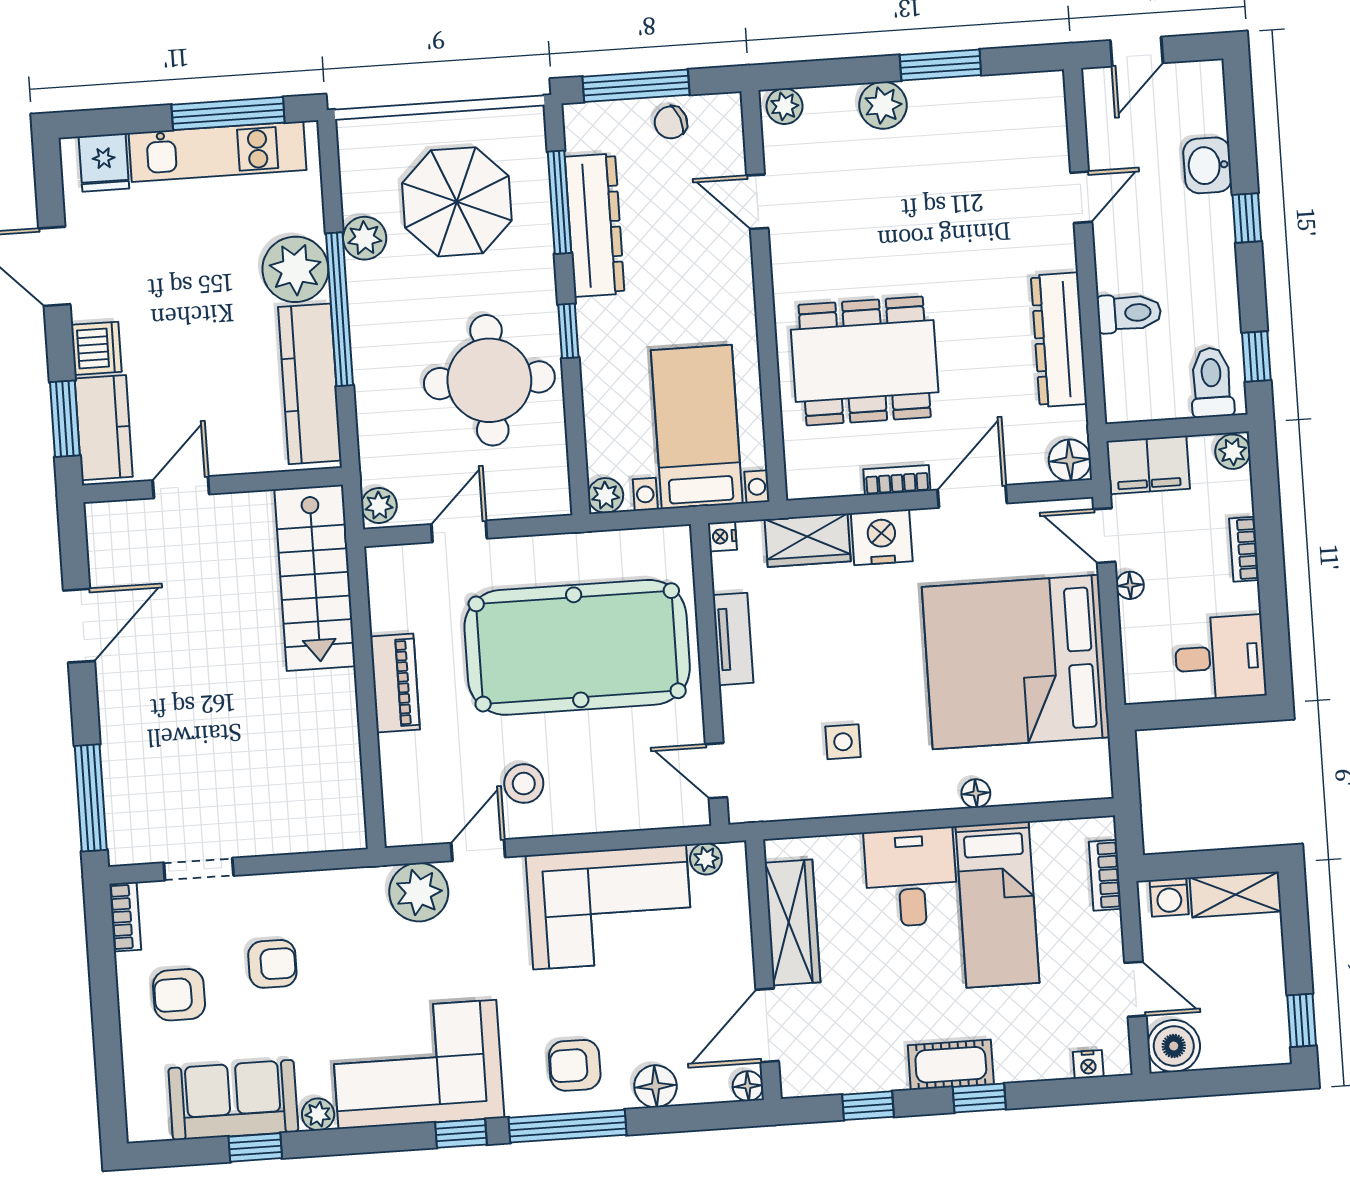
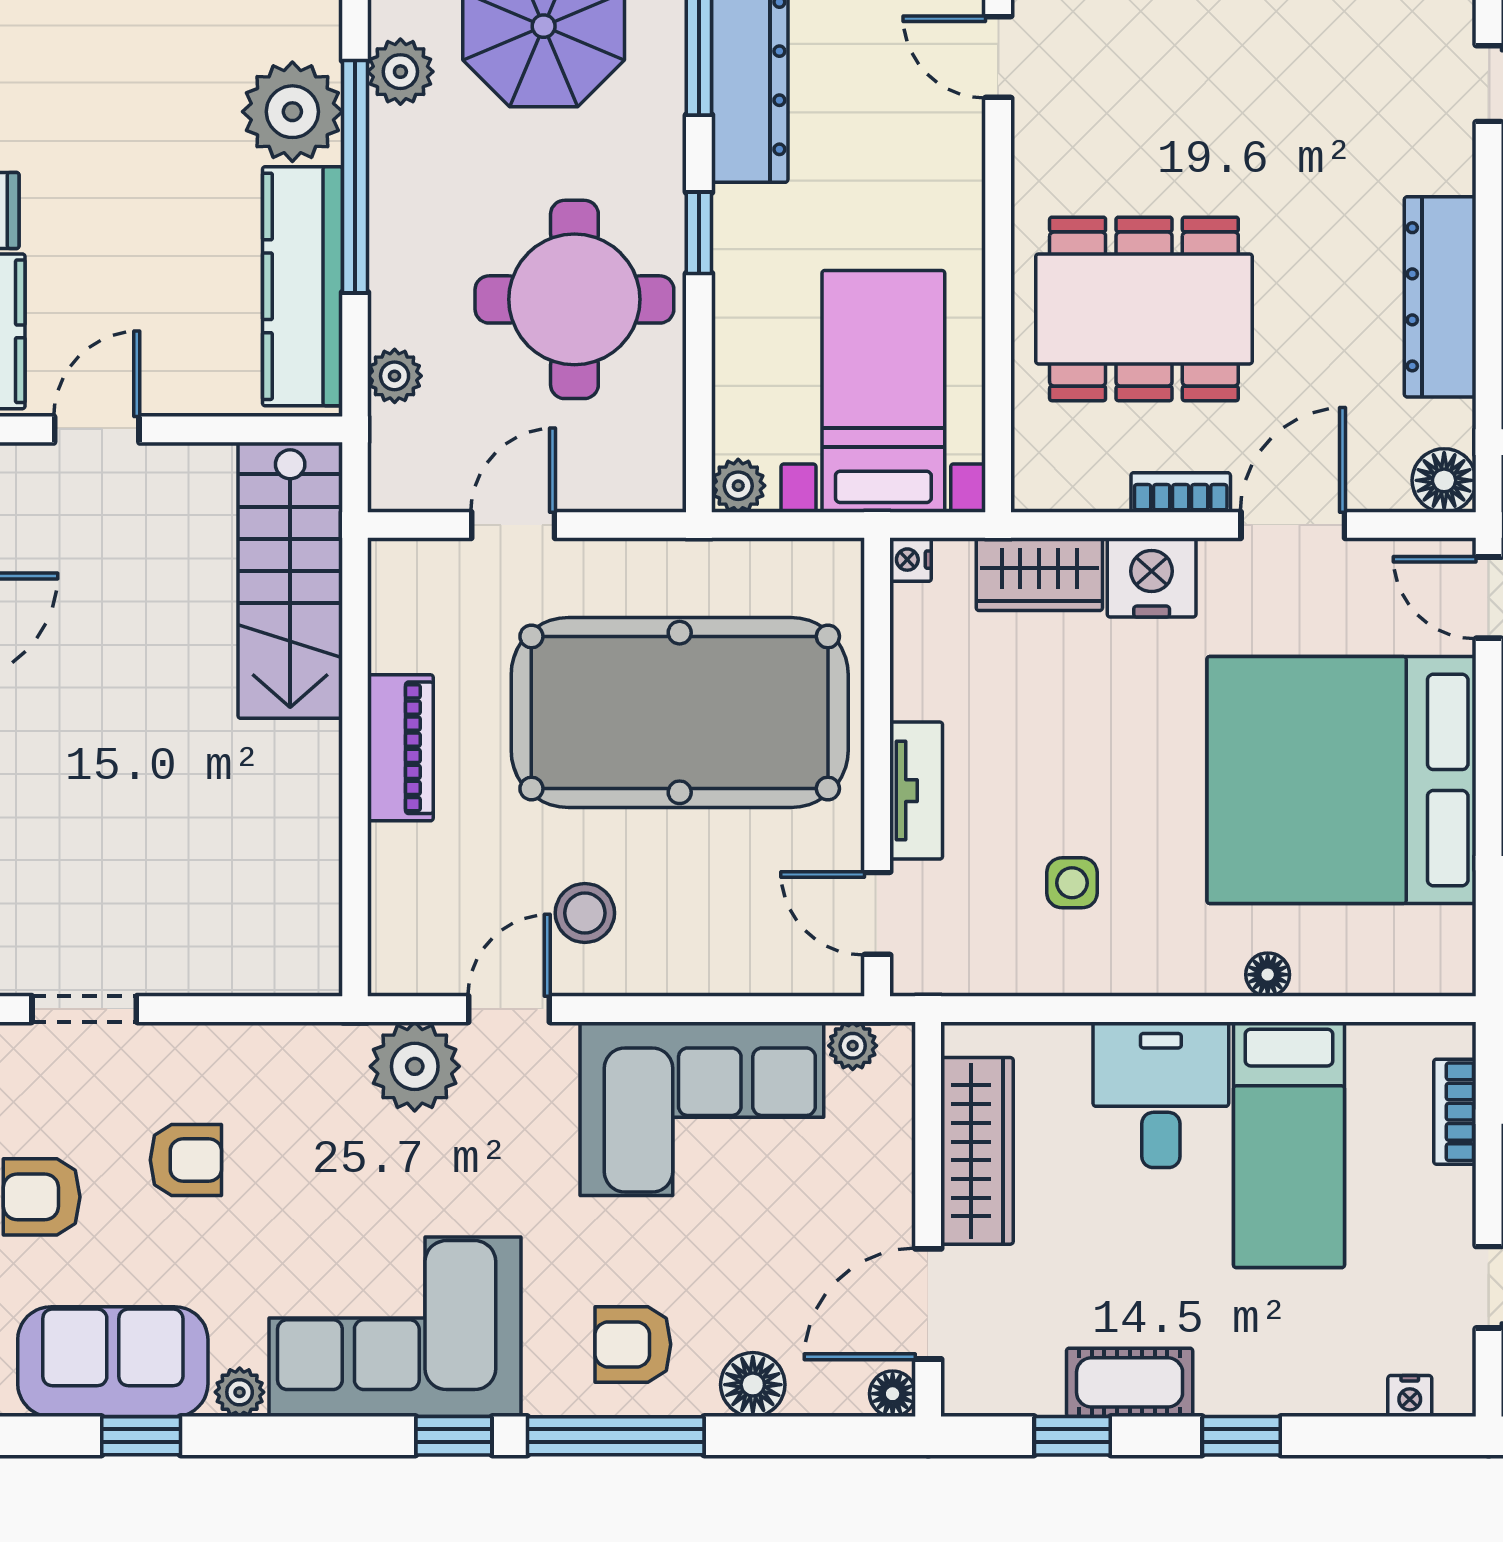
plant: (379, 506) -> (395, 376), moved
tv unit: (733, 639) -> (916, 791), moved
cot: (951, 1065) -> (1130, 1382), moved

